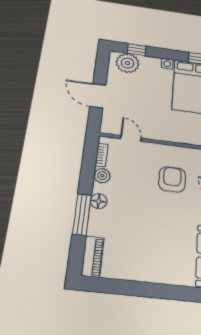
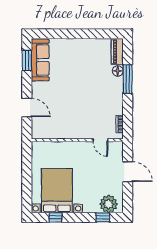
plant: (102, 176) -> (117, 109), removed
armchair: (172, 179) -> (69, 112), removed
floor lamp: (99, 201) -> (118, 71), moved

